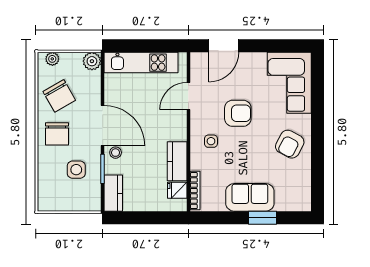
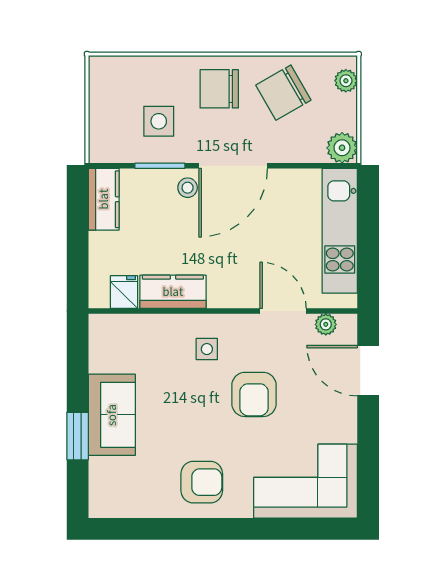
plant: (196, 71) -> (326, 324), added
armchair: (290, 144) -> (202, 482), turned 152
bookcase: (195, 191) -> (123, 322), removed
kitchen counter: (113, 193) -> (104, 199), moved, turned -90

